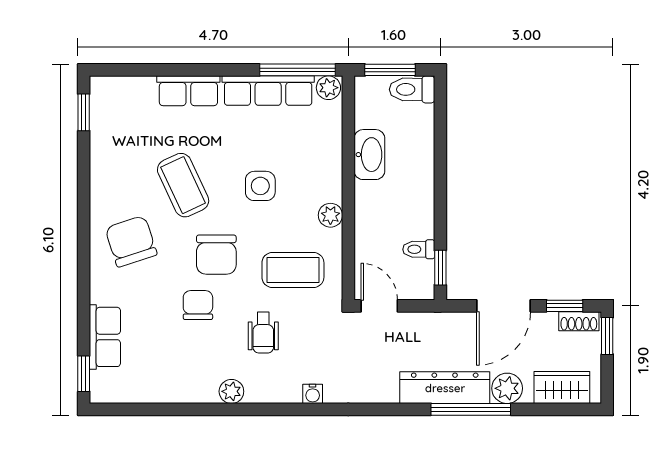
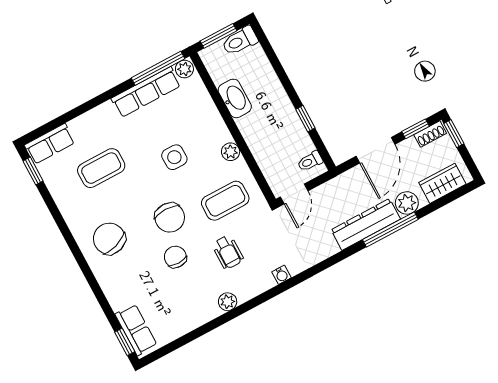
row of seats: (188, 91) -> (50, 144), moved
coffee table: (183, 185) -> (101, 168), moved, turned -65
toilet: (419, 249) -> (310, 161), moved
window: (440, 268) -> (305, 119), moved
door: (379, 306) -> (294, 194), swing flipped
row of seats: (105, 337) -> (136, 330), moved

